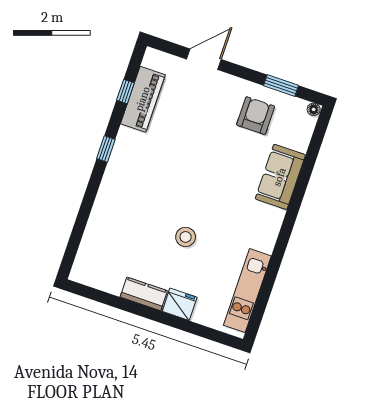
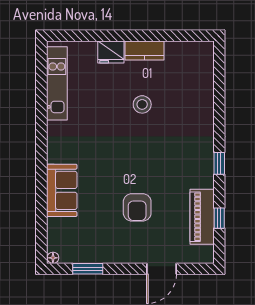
armchair: (256, 116) -> (137, 207), moved
stool: (186, 237) -> (142, 104), moved

